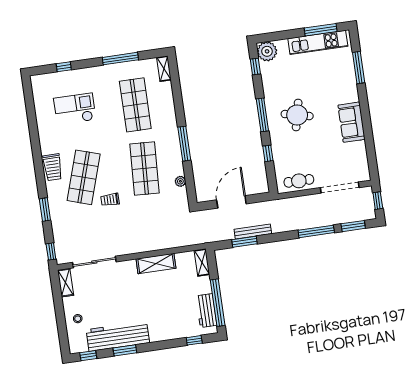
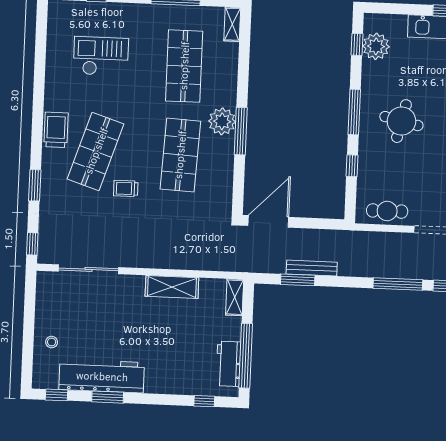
plant: (267, 51) -> (376, 46), moved
trolley: (53, 167) -> (56, 130), turned 180
plant: (180, 181) -> (222, 121), moved, width x1.87, depth x1.87
door: (231, 202) -> (268, 221), moved
shelving: (66, 283) -> (44, 290), removed

